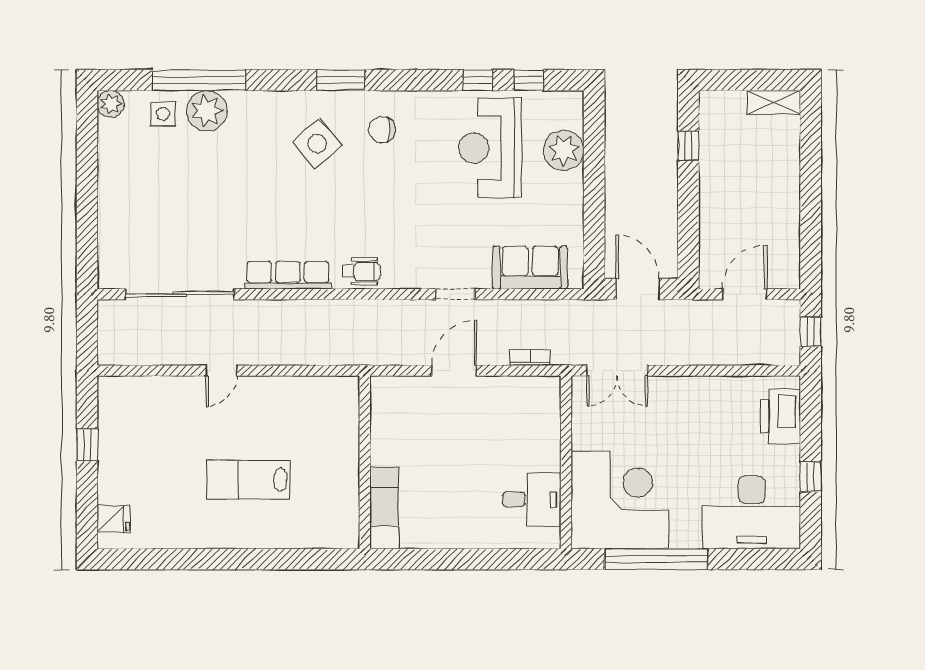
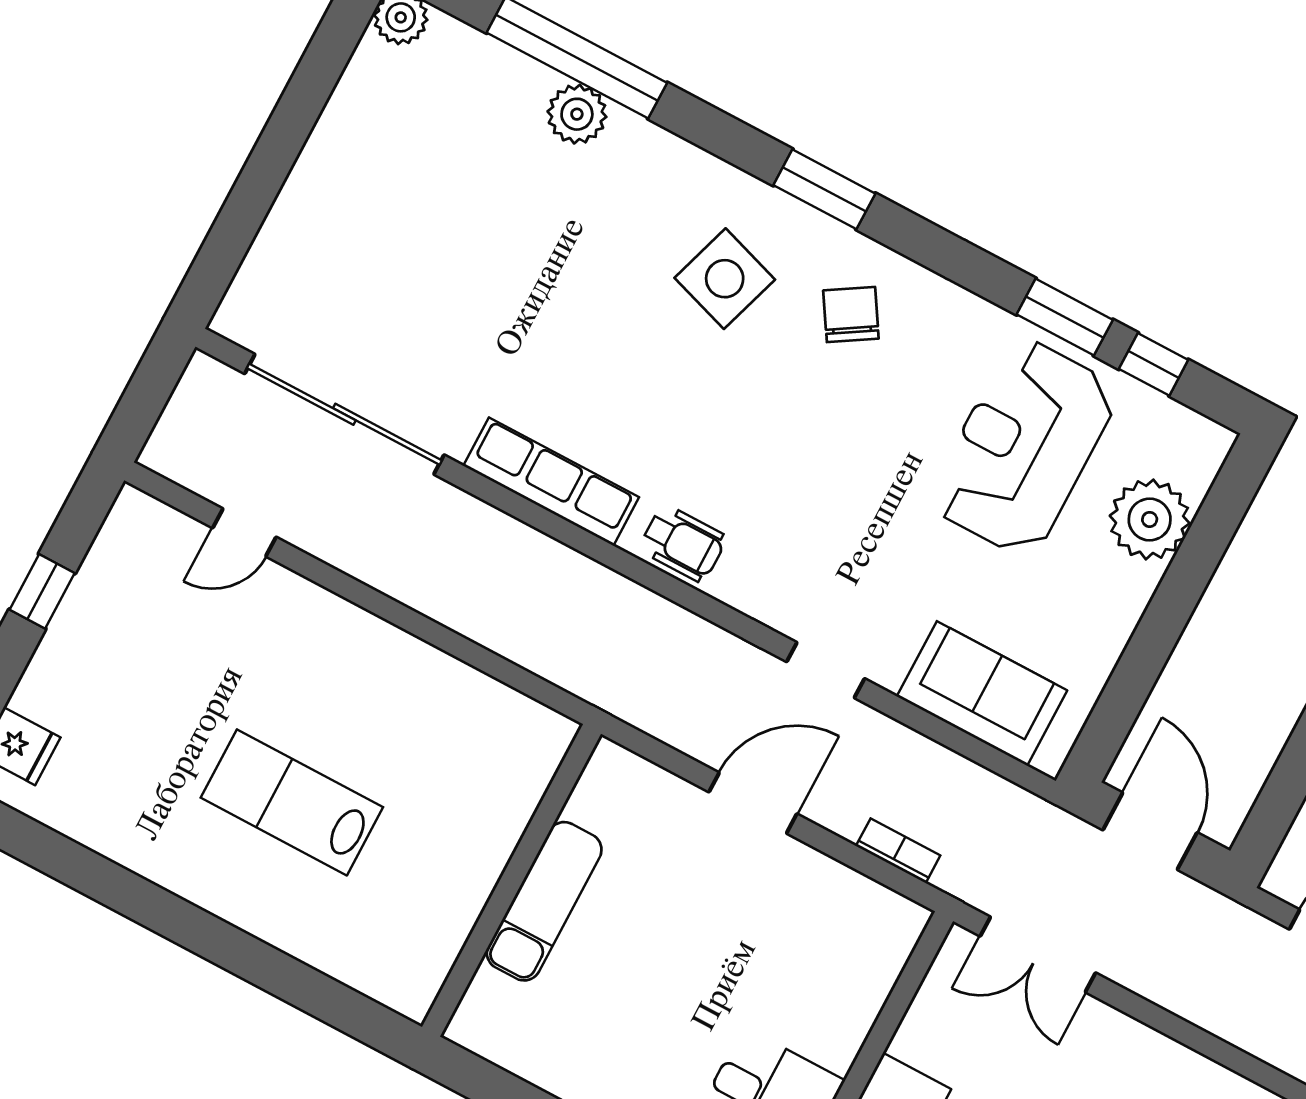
window: (478, 80) -> (1065, 317), width x1.50
plant: (207, 111) -> (577, 114), width x0.73, depth x0.73
side table: (163, 114) -> (483, 83), removed
chair: (382, 130) -> (851, 314), turned 58
side table: (317, 144) -> (725, 279), turned -31
door: (221, 371) -> (244, 533), moved
exam couch: (384, 508) -> (544, 901), moved

